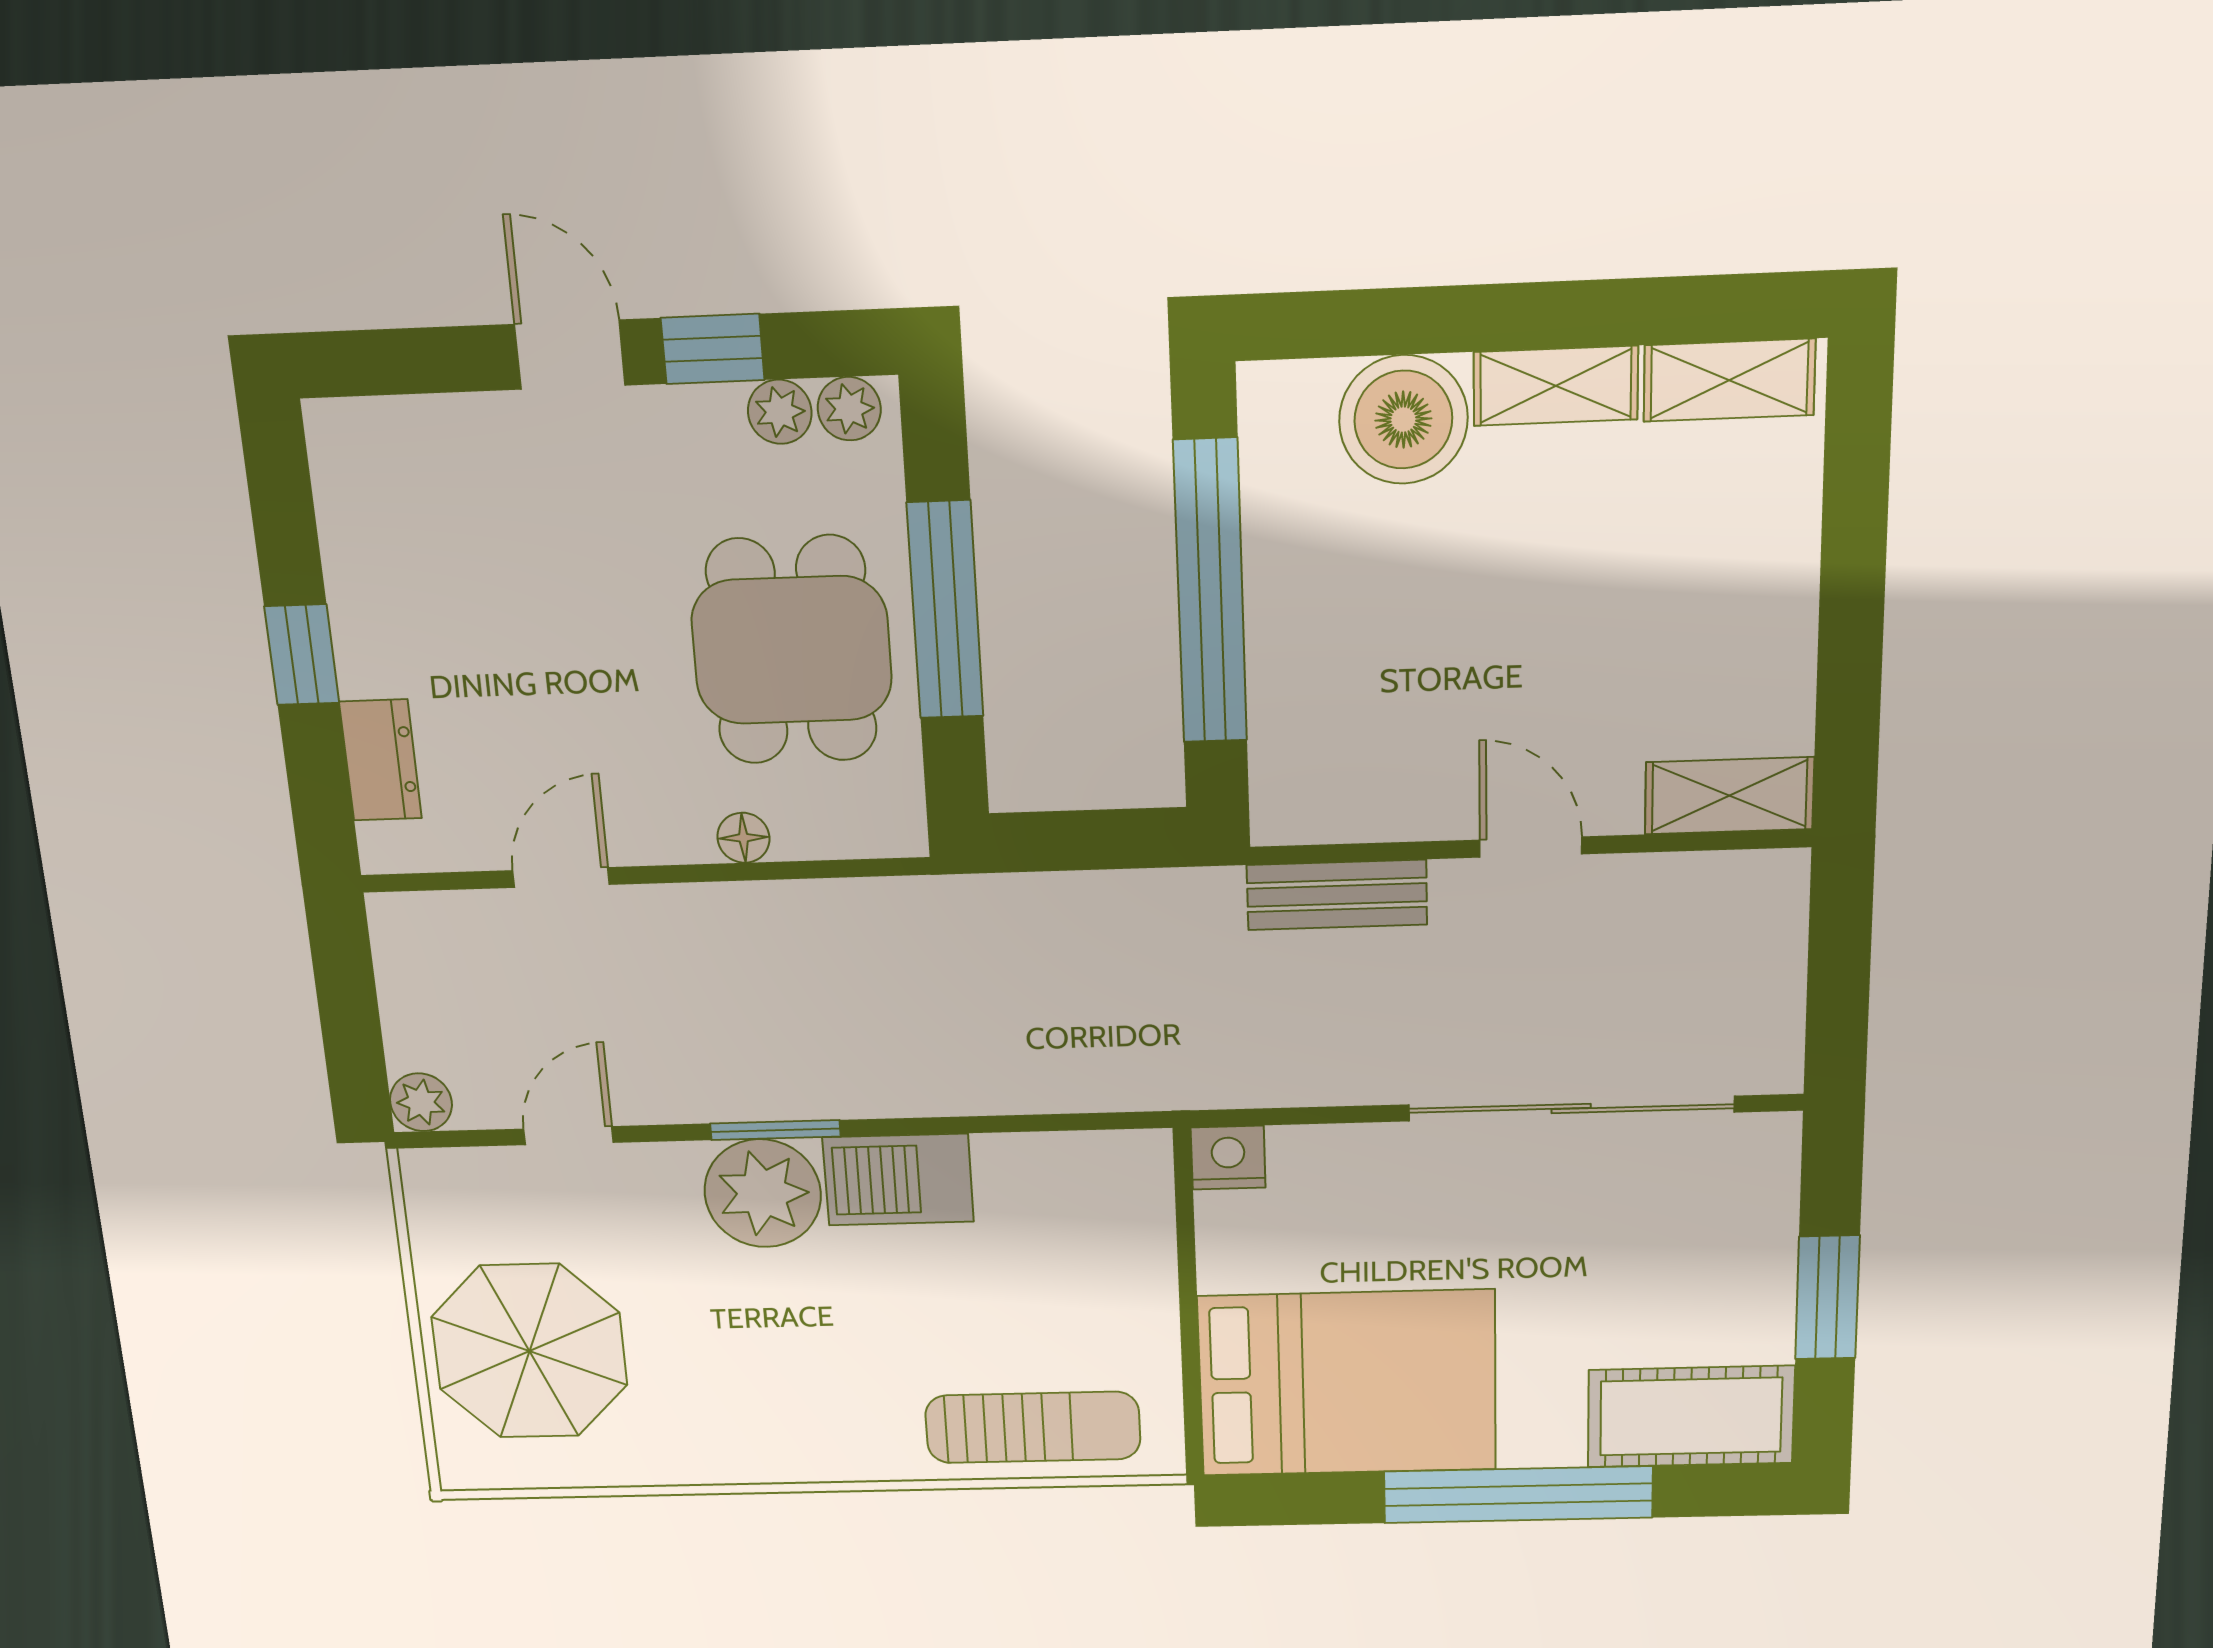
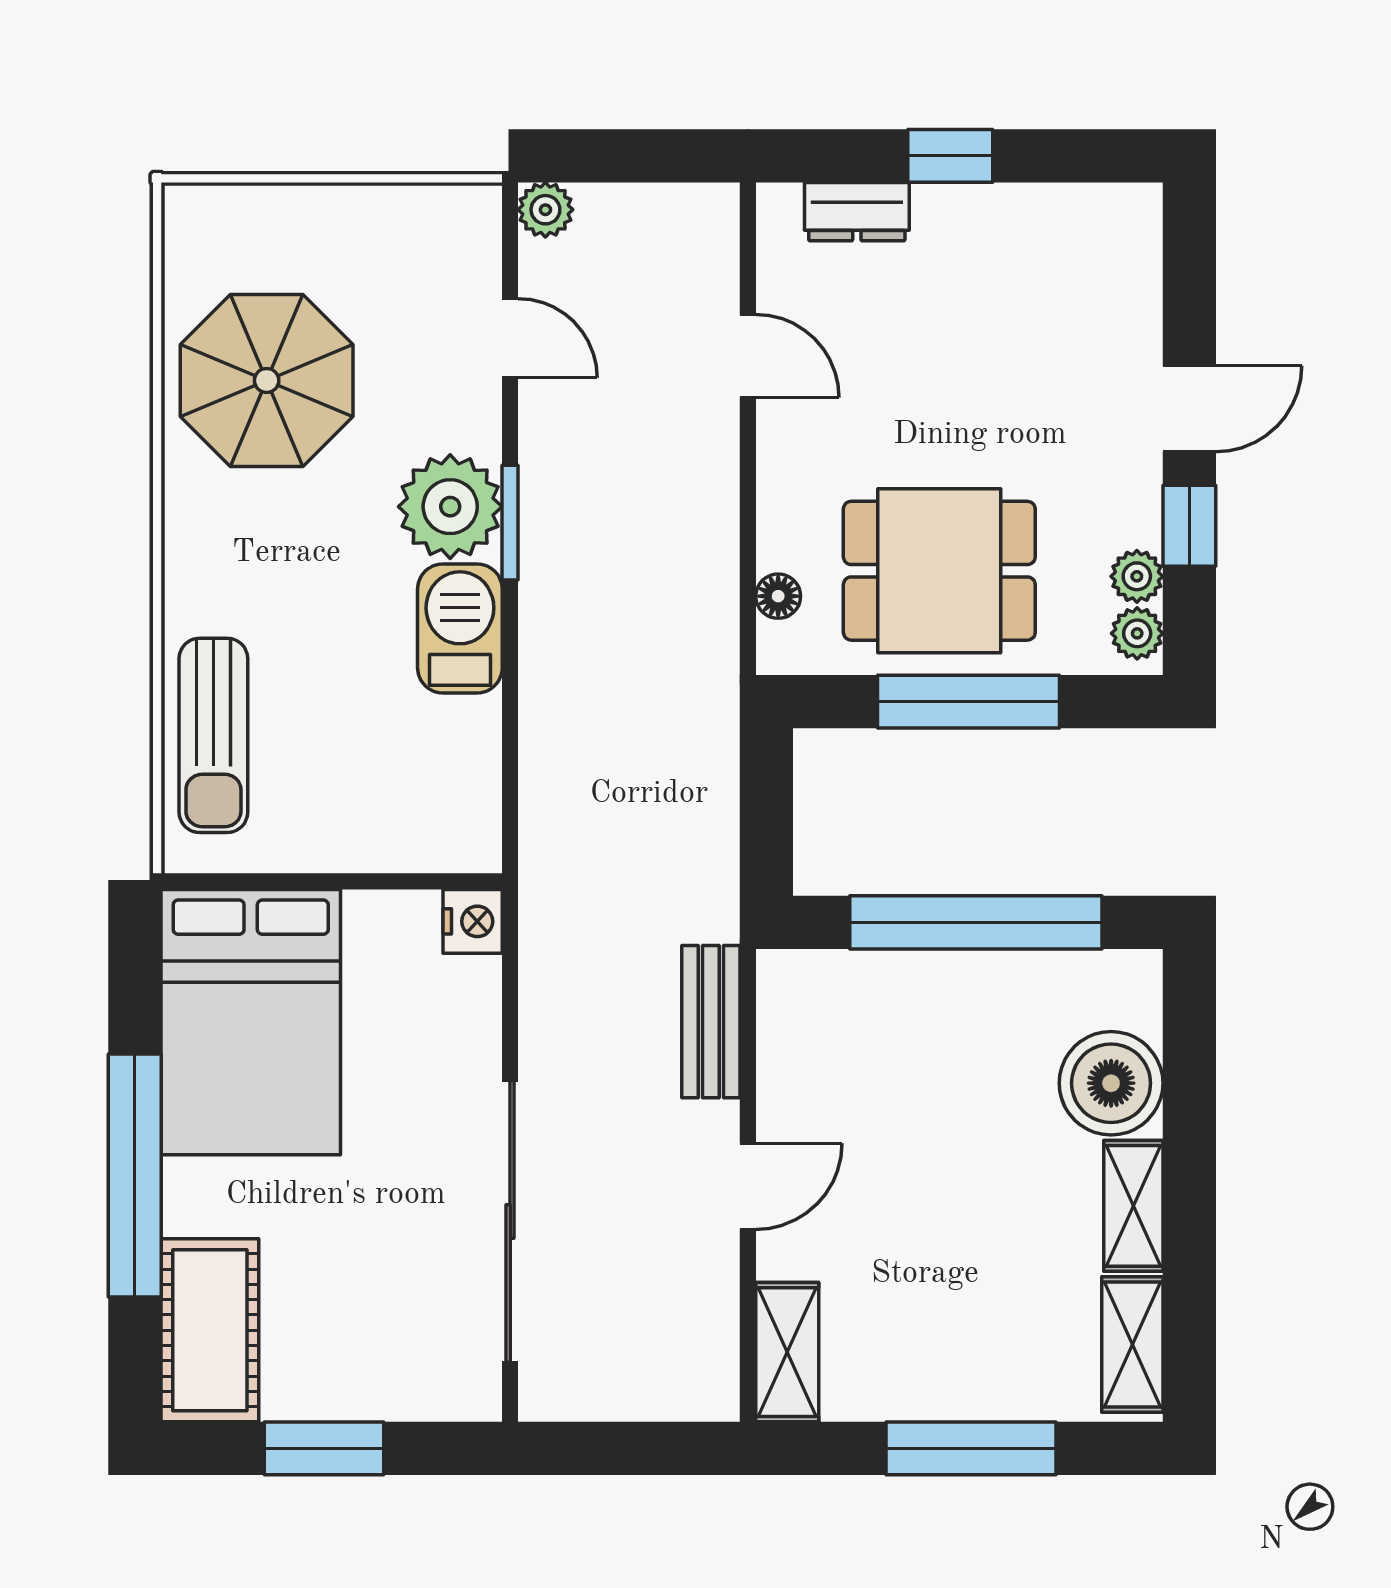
window: (1853, 575) -> (971, 1448), added
floor lamp: (743, 838) -> (778, 596), moved
parasol: (529, 1351) -> (267, 380), moved

